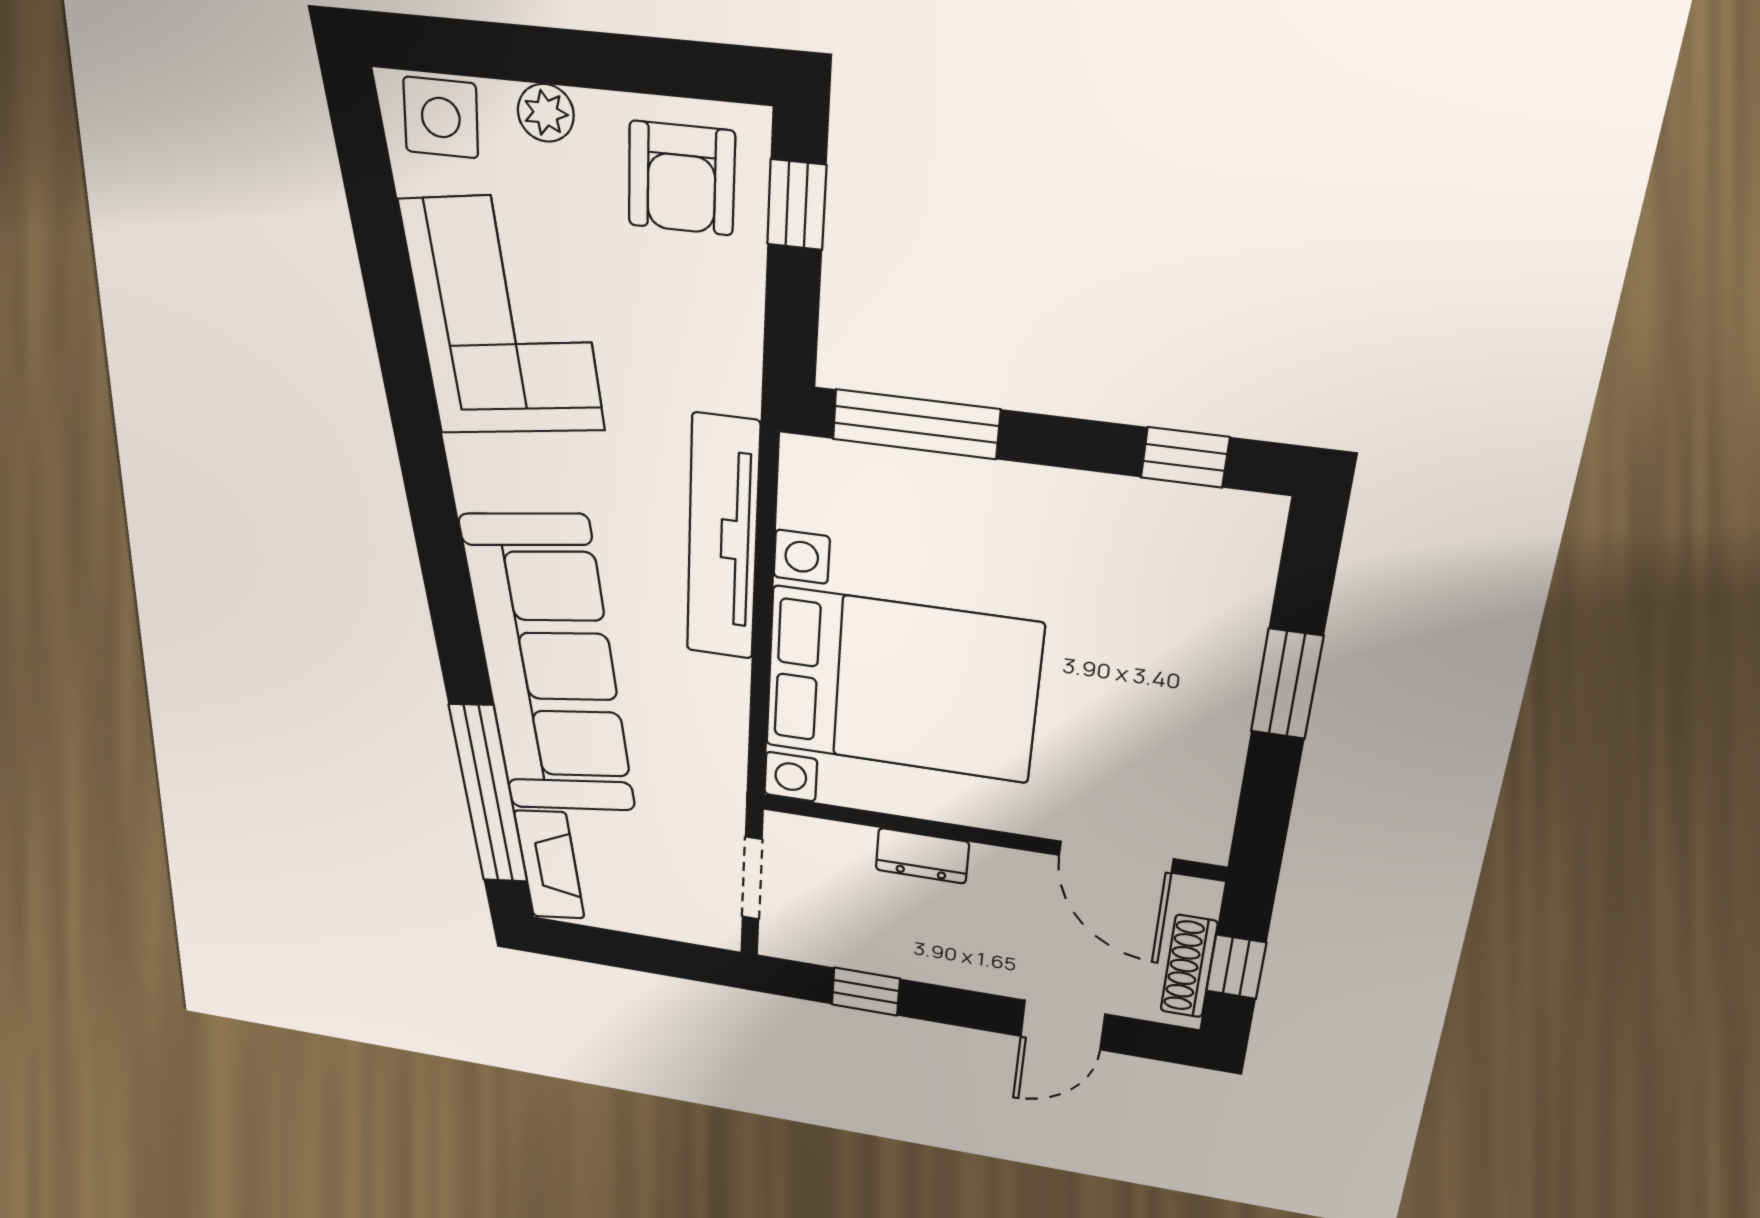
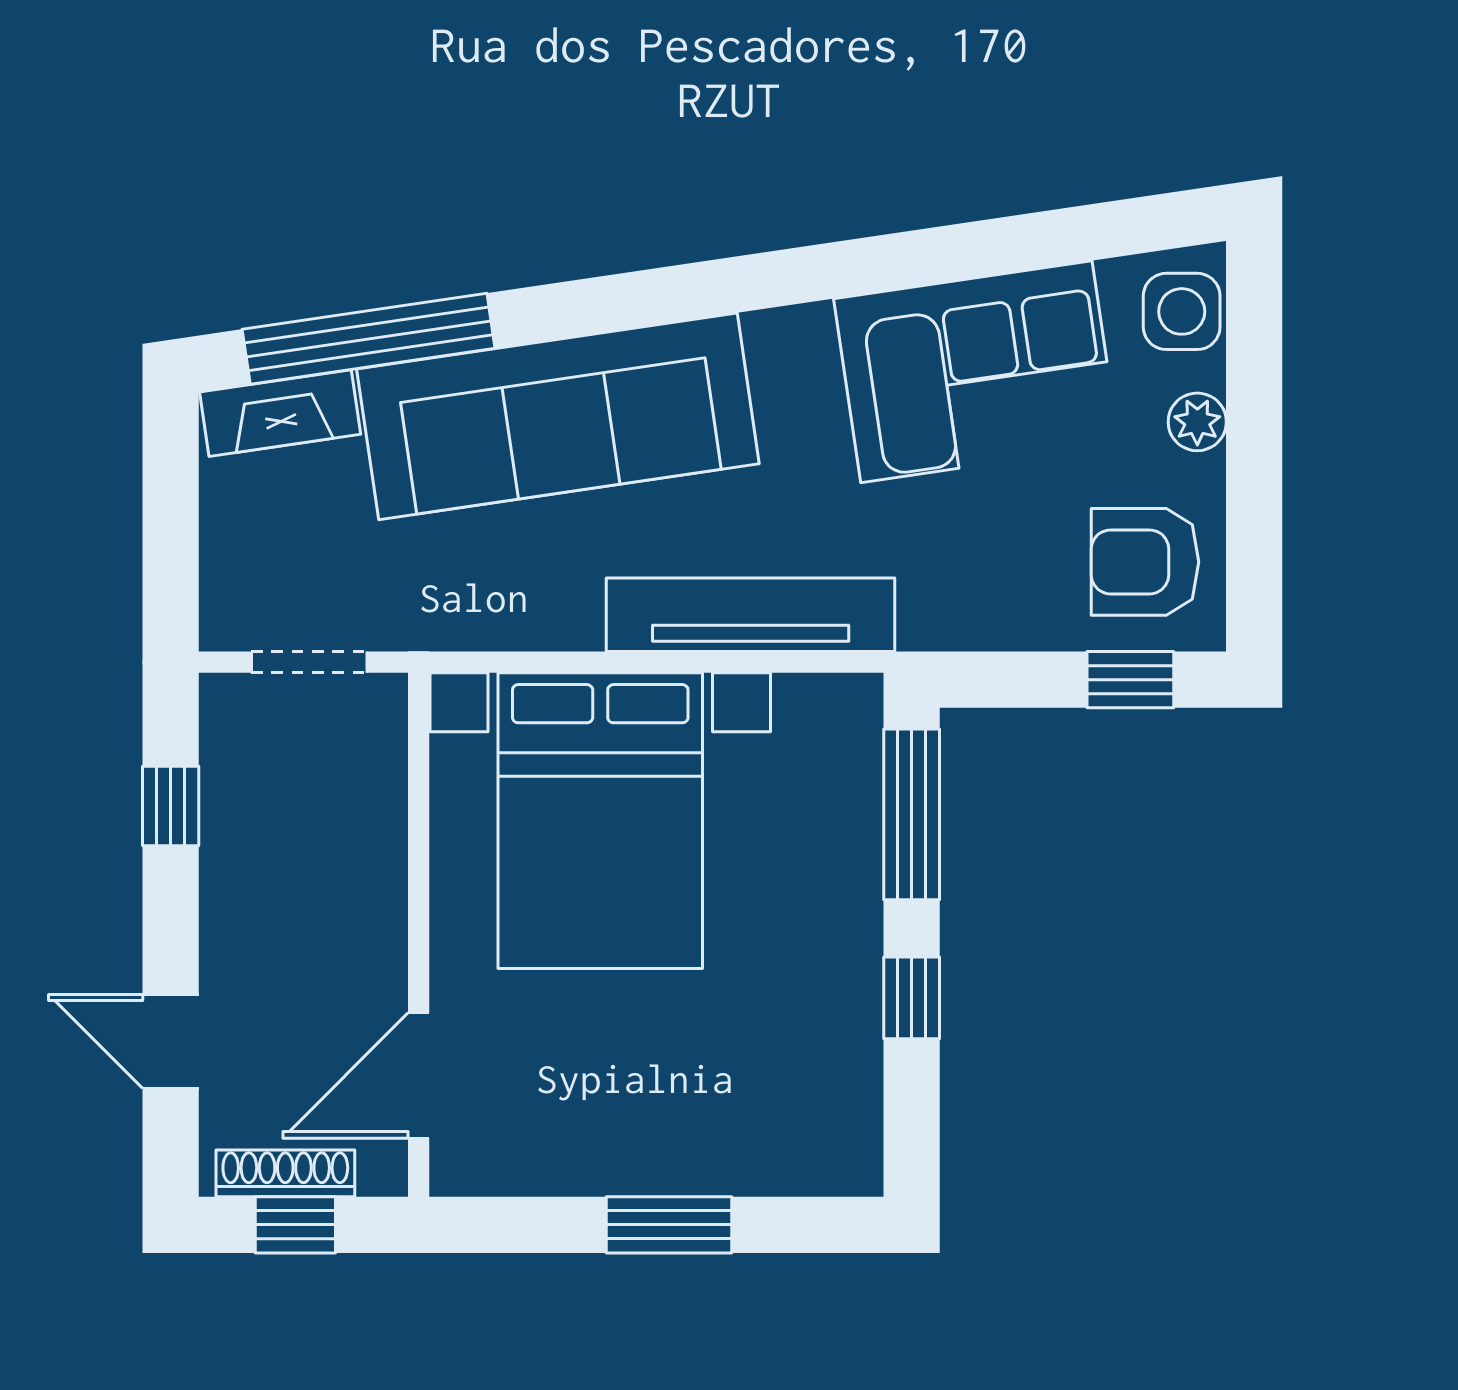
window: (1185, 457) -> (912, 998), moved
dresser: (922, 856) -> (379, 859), removed

